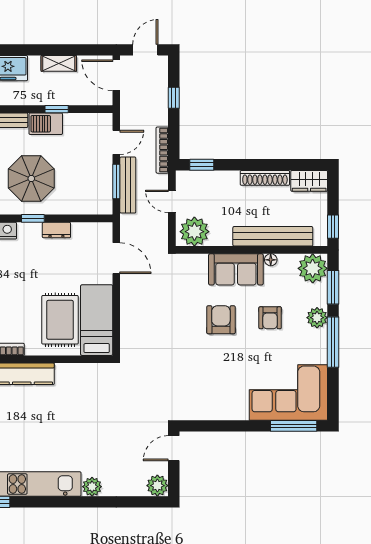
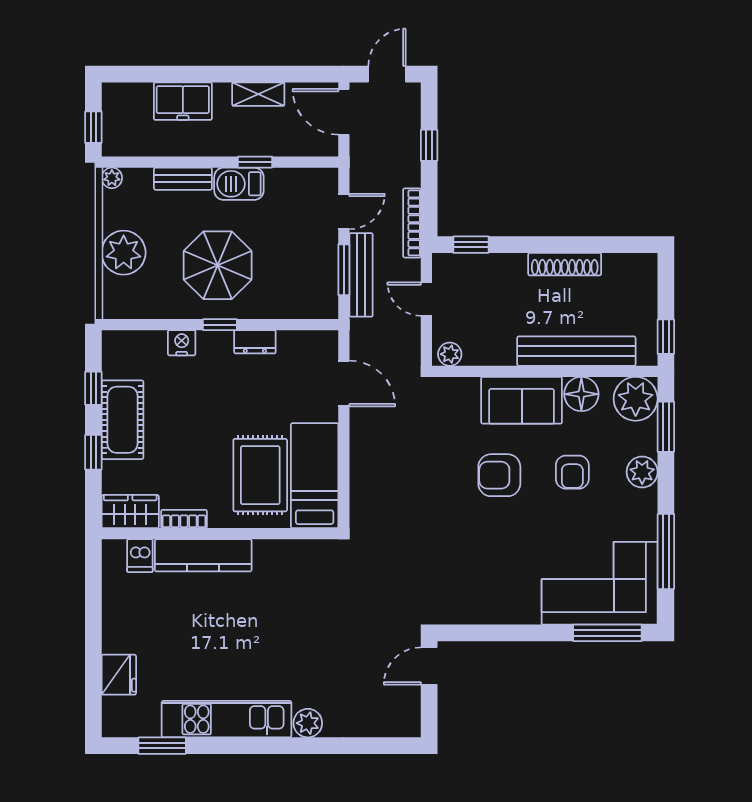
wardrobe: (309, 181) -> (630, 269), removed
plant: (194, 232) -> (450, 354), width x0.53, depth x0.53
floor lamp: (271, 260) -> (581, 394), width x1.89, depth x1.89
armchair: (221, 320) -> (499, 475), turned -90
window: (333, 342) -> (666, 551), moved
plant: (157, 486) -> (405, 721), removed

